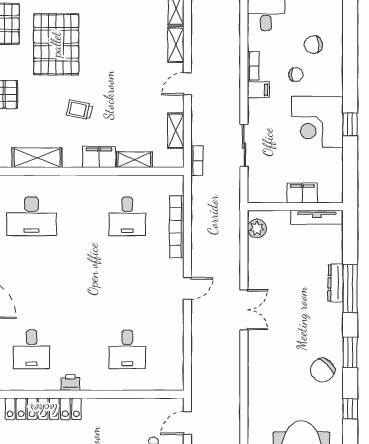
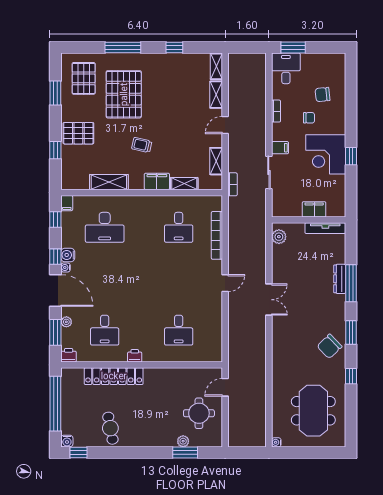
filing cabinet: (258, 90) -> (280, 148), moved

